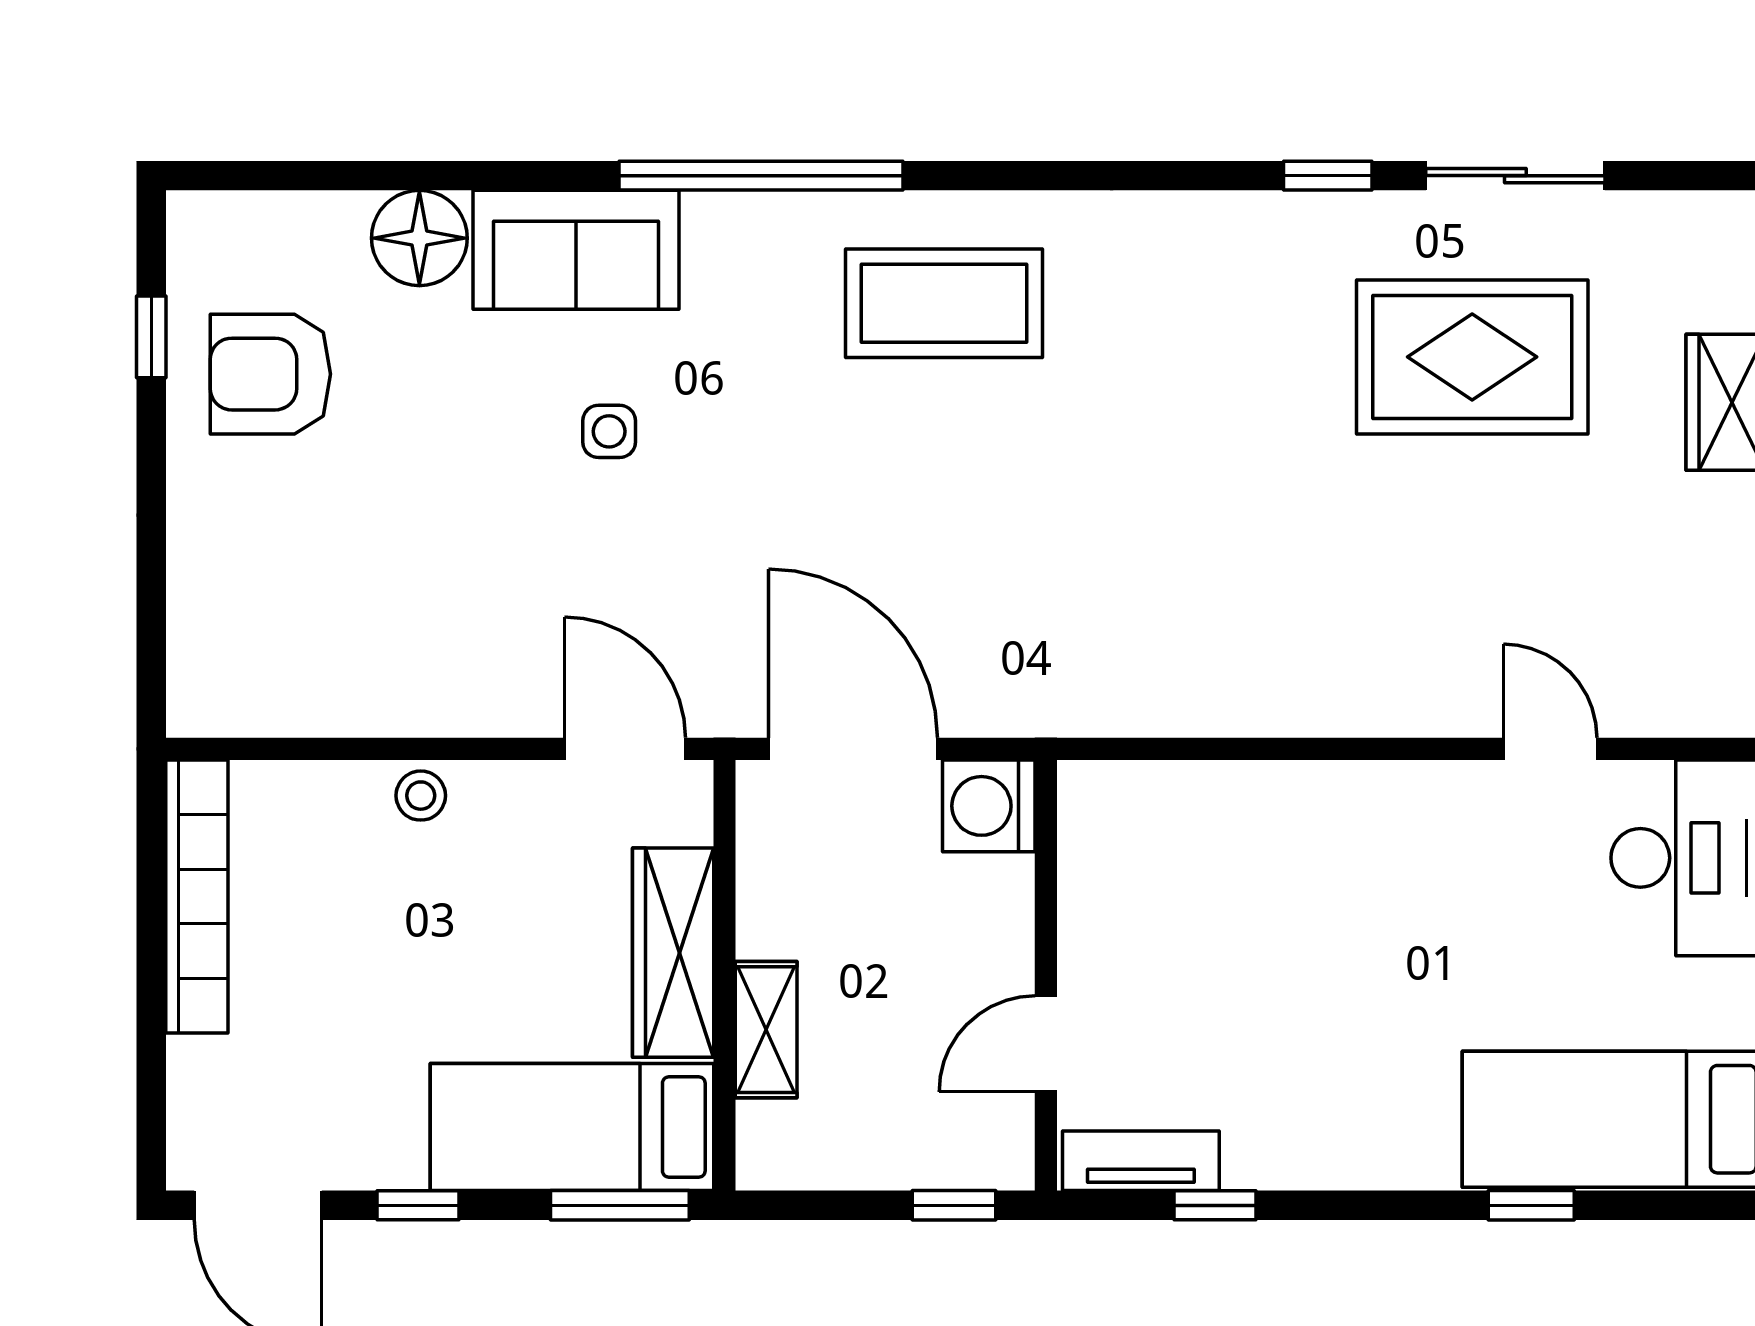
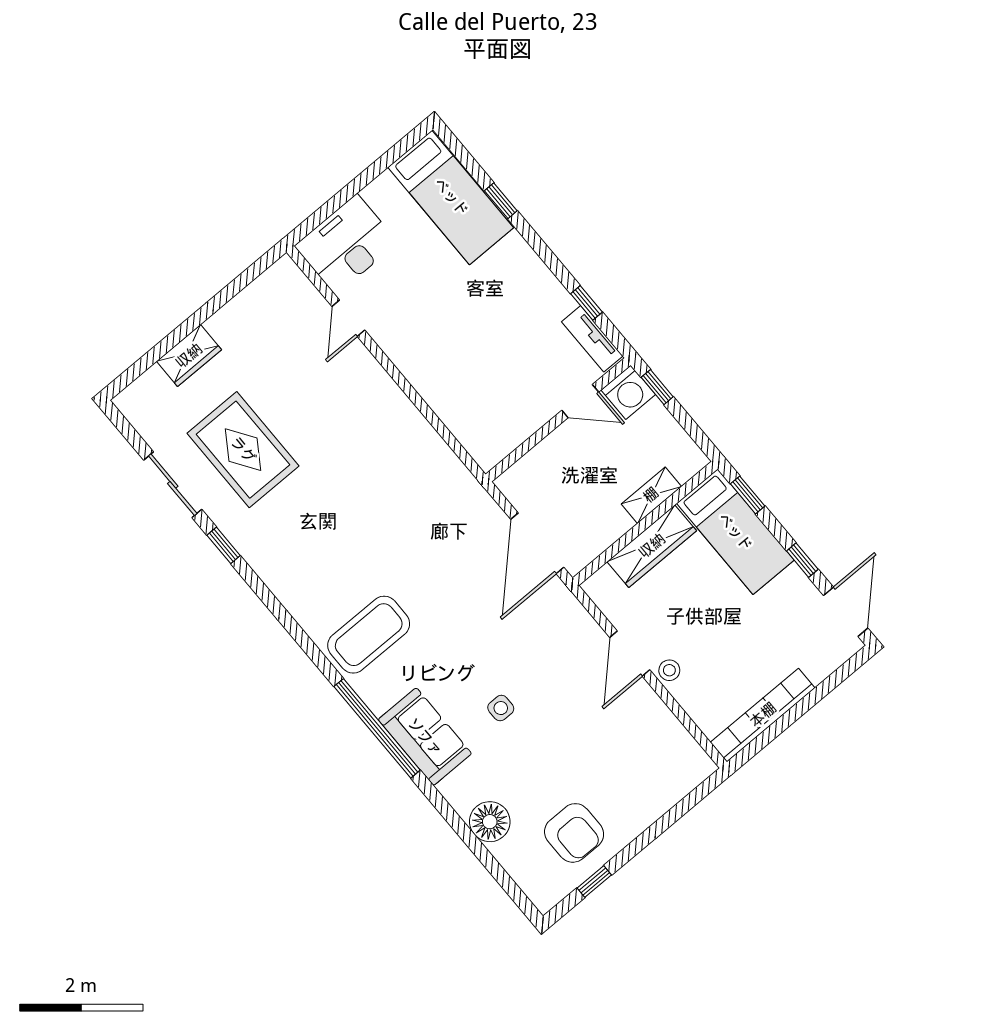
sofa: (576, 250) -> (425, 737), moved
coffee table: (944, 303) -> (369, 635), turned 90
door: (625, 749) -> (630, 654), moved
washing machine: (989, 806) -> (628, 392), moved
window: (620, 1205) -> (748, 495), width x0.67

